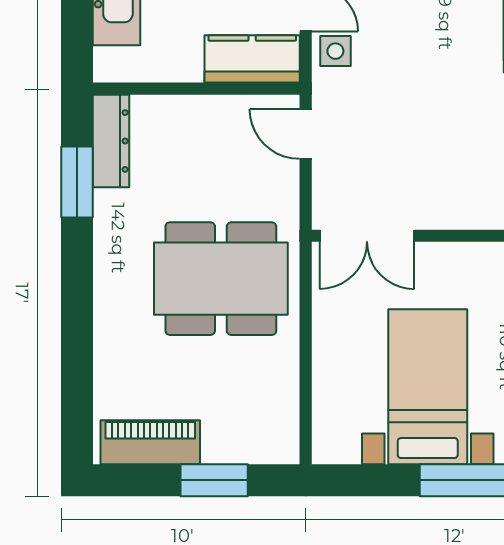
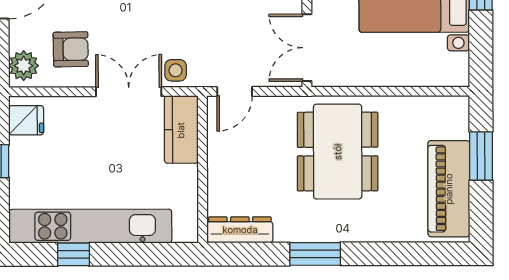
window: (77, 182) -> (315, 254), moved
double door: (367, 236) -> (307, 48), swing flipped
piano: (150, 442) -> (449, 189), width x1.37, depth x1.33

